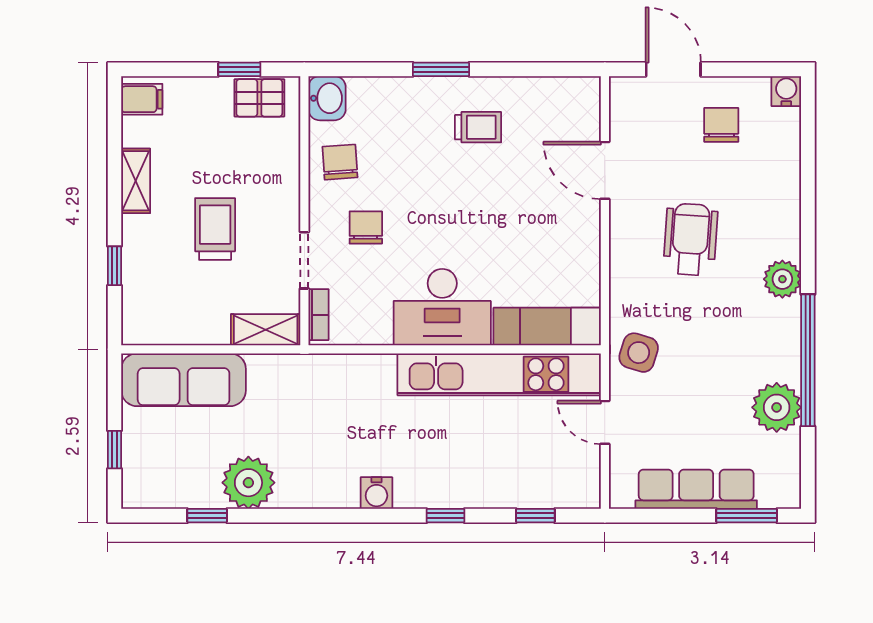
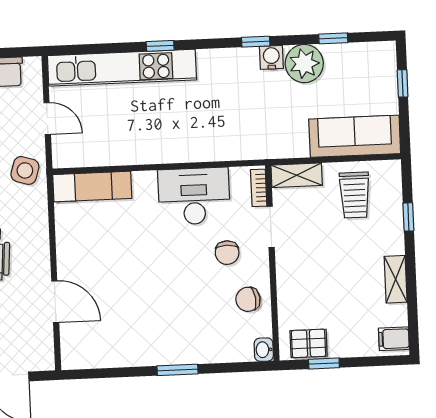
washbasin: (327, 98) -> (264, 350), width x0.72, depth x0.69
trolley: (478, 127) -> (149, 329), removed
chair: (340, 162) -> (248, 299), turned 86
trolley: (215, 229) -> (355, 195), moved
desk: (442, 307) -> (194, 196), moved
kitchen unit: (499, 374) -> (122, 68), moved, turned 180
water cooler: (376, 493) -> (271, 57), moved
window: (535, 516) -> (256, 42), moved

